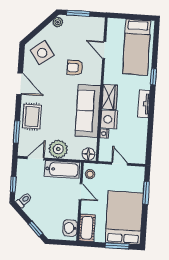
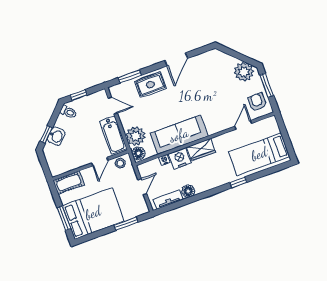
plant: (58, 22) -> (244, 72), width x1.88, depth x1.88
side table: (42, 53) -> (215, 68), removed
armchair: (75, 68) -> (257, 102), moved
tv unit: (144, 104) -> (168, 199), moved
floor lamp: (142, 125) -> (188, 191), added
plant: (58, 149) -> (136, 136), moved
washbasin: (70, 228) -> (56, 136), moved, turned 135

